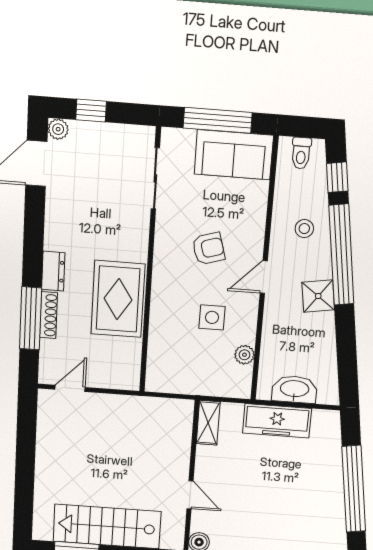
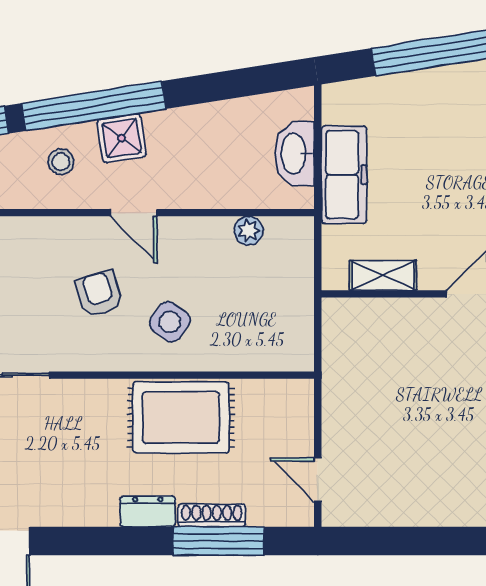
shower: (318, 296) -> (122, 138), moved
side table: (212, 317) -> (170, 322), moved, turned 36
shelving: (208, 423) -> (383, 275), moved

